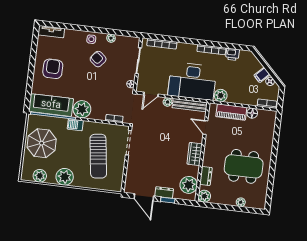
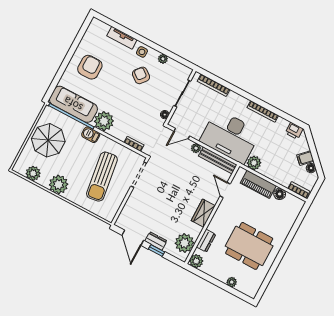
tv unit: (51, 32) -> (122, 38), moved
printer: (232, 54) -> (294, 131), moved

